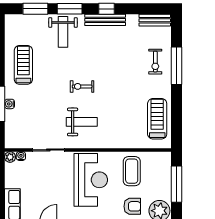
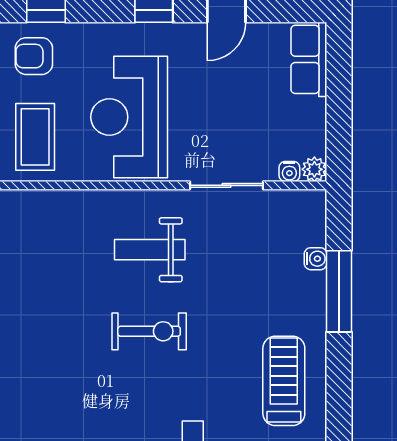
treadmill: (23, 65) -> (284, 381), turned 180
exercise bike: (82, 86) -> (149, 331), width x1.38, depth x1.39
water cooler: (10, 104) -> (316, 259), moved

